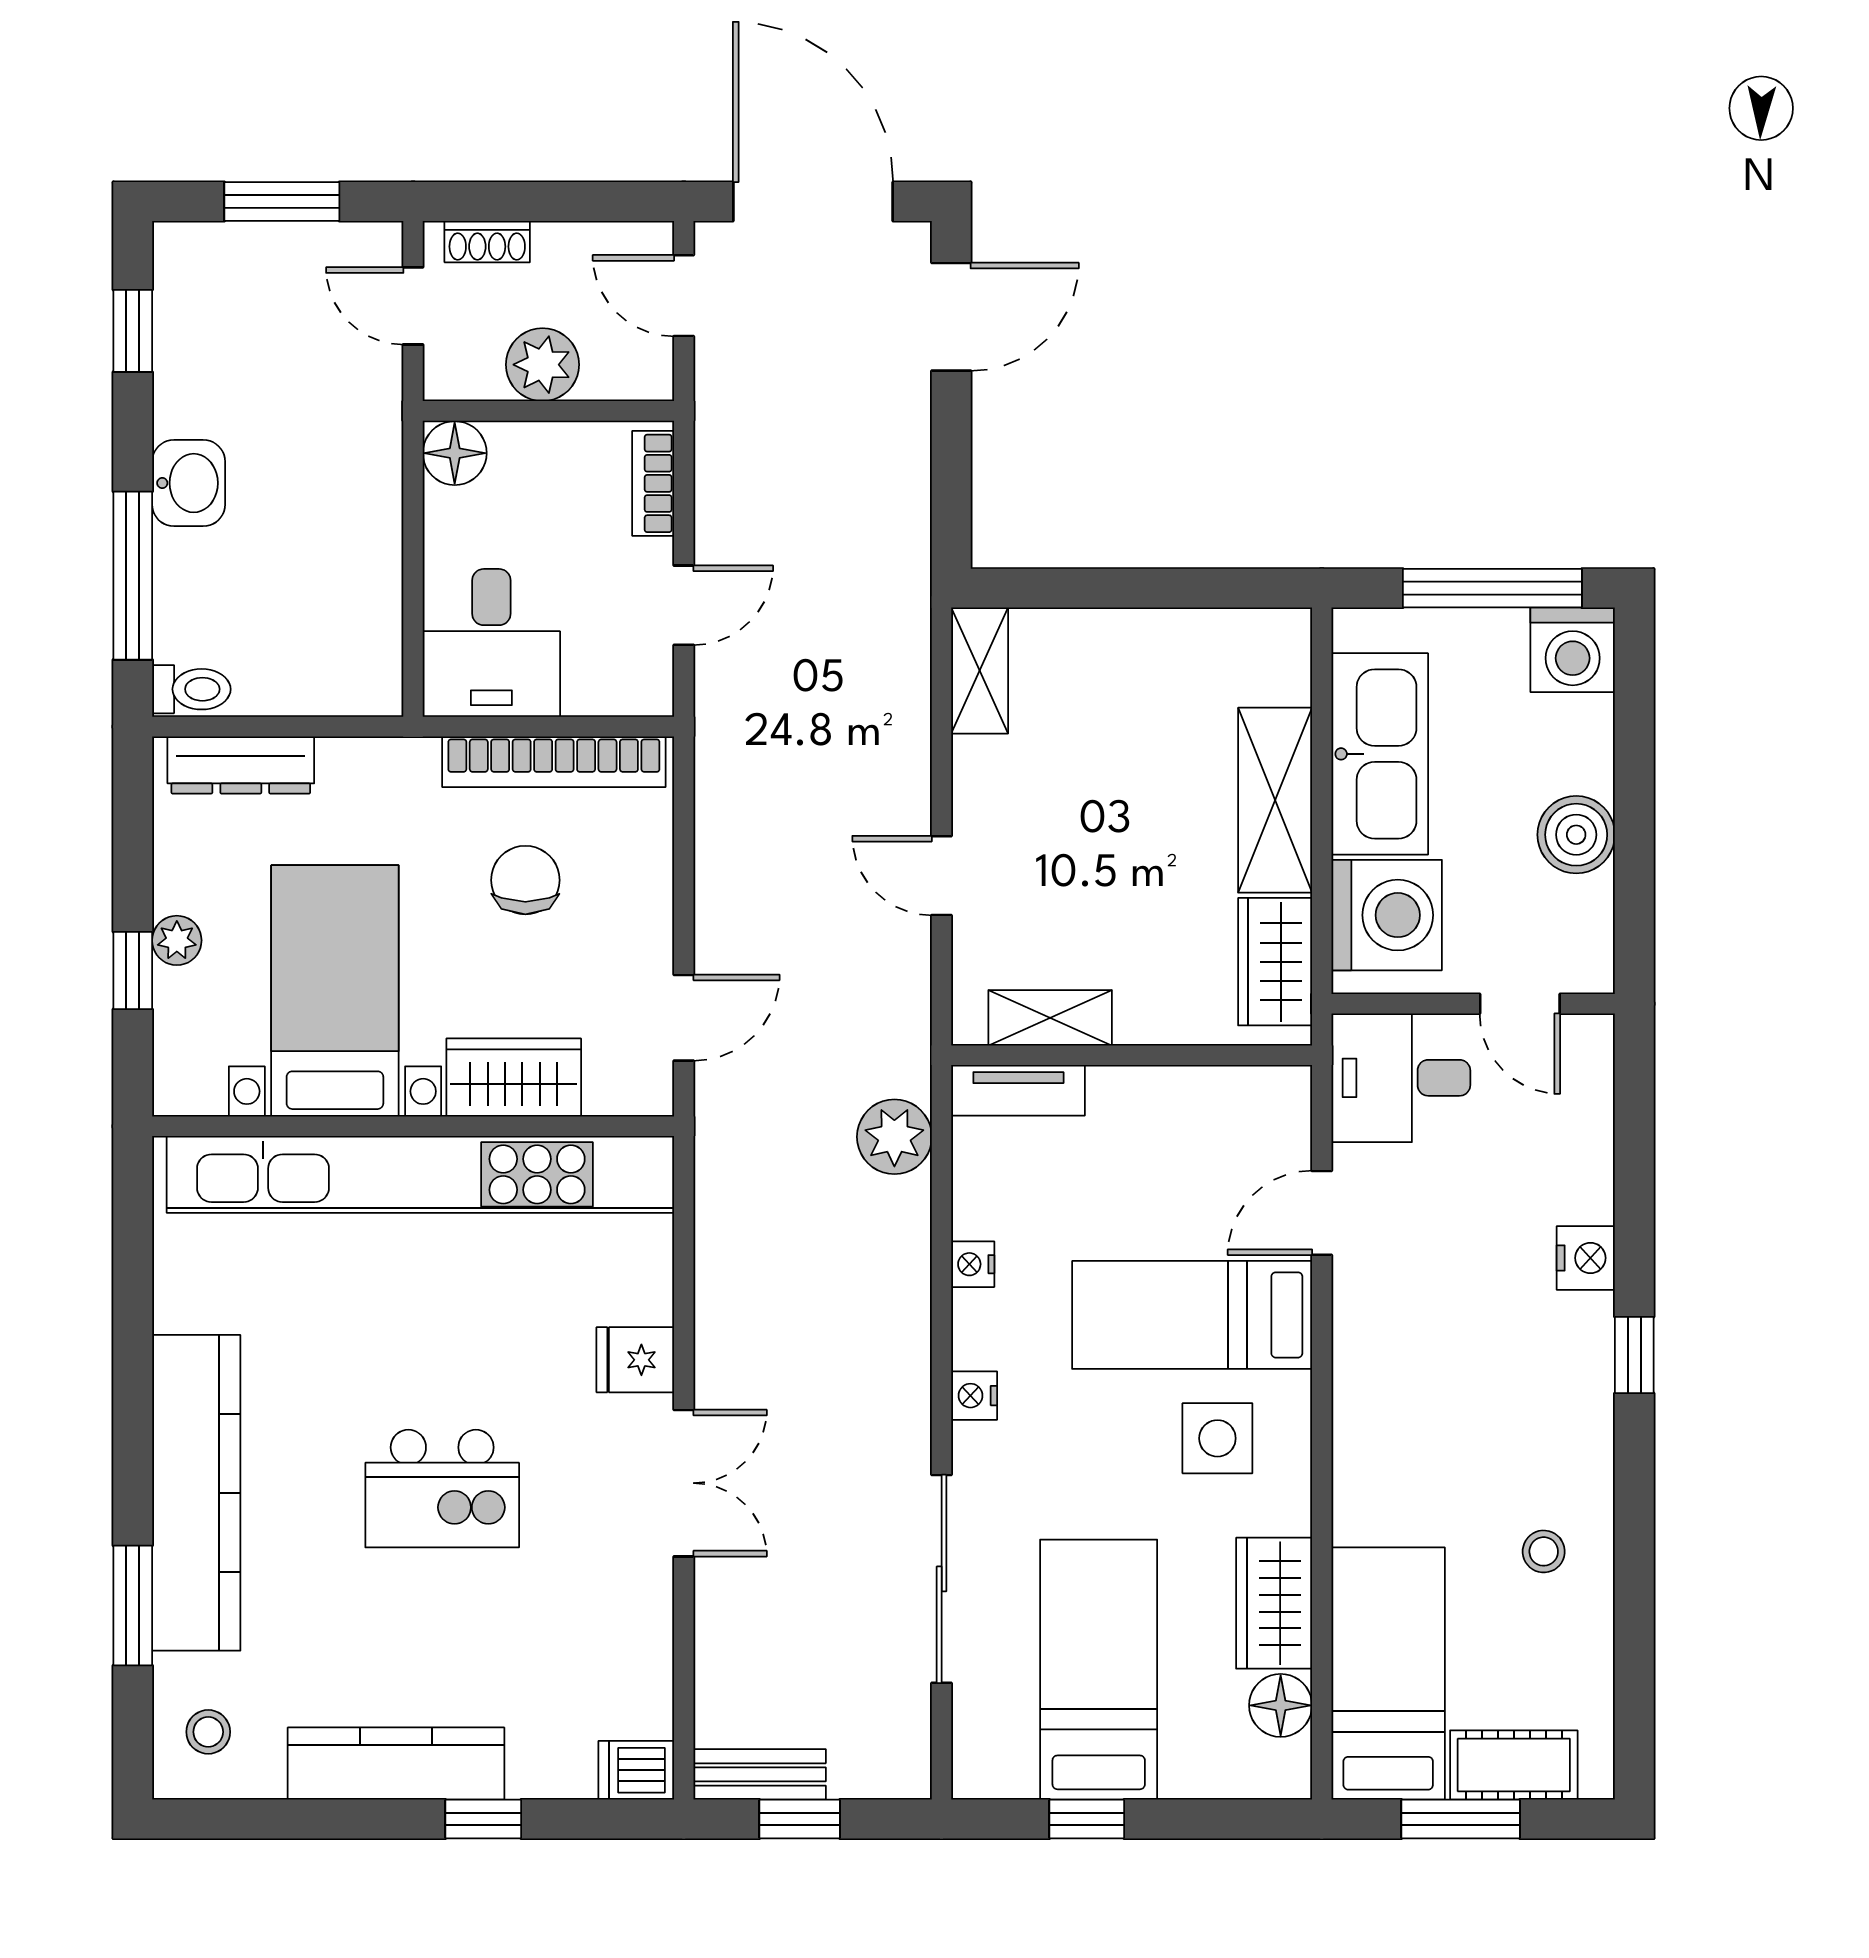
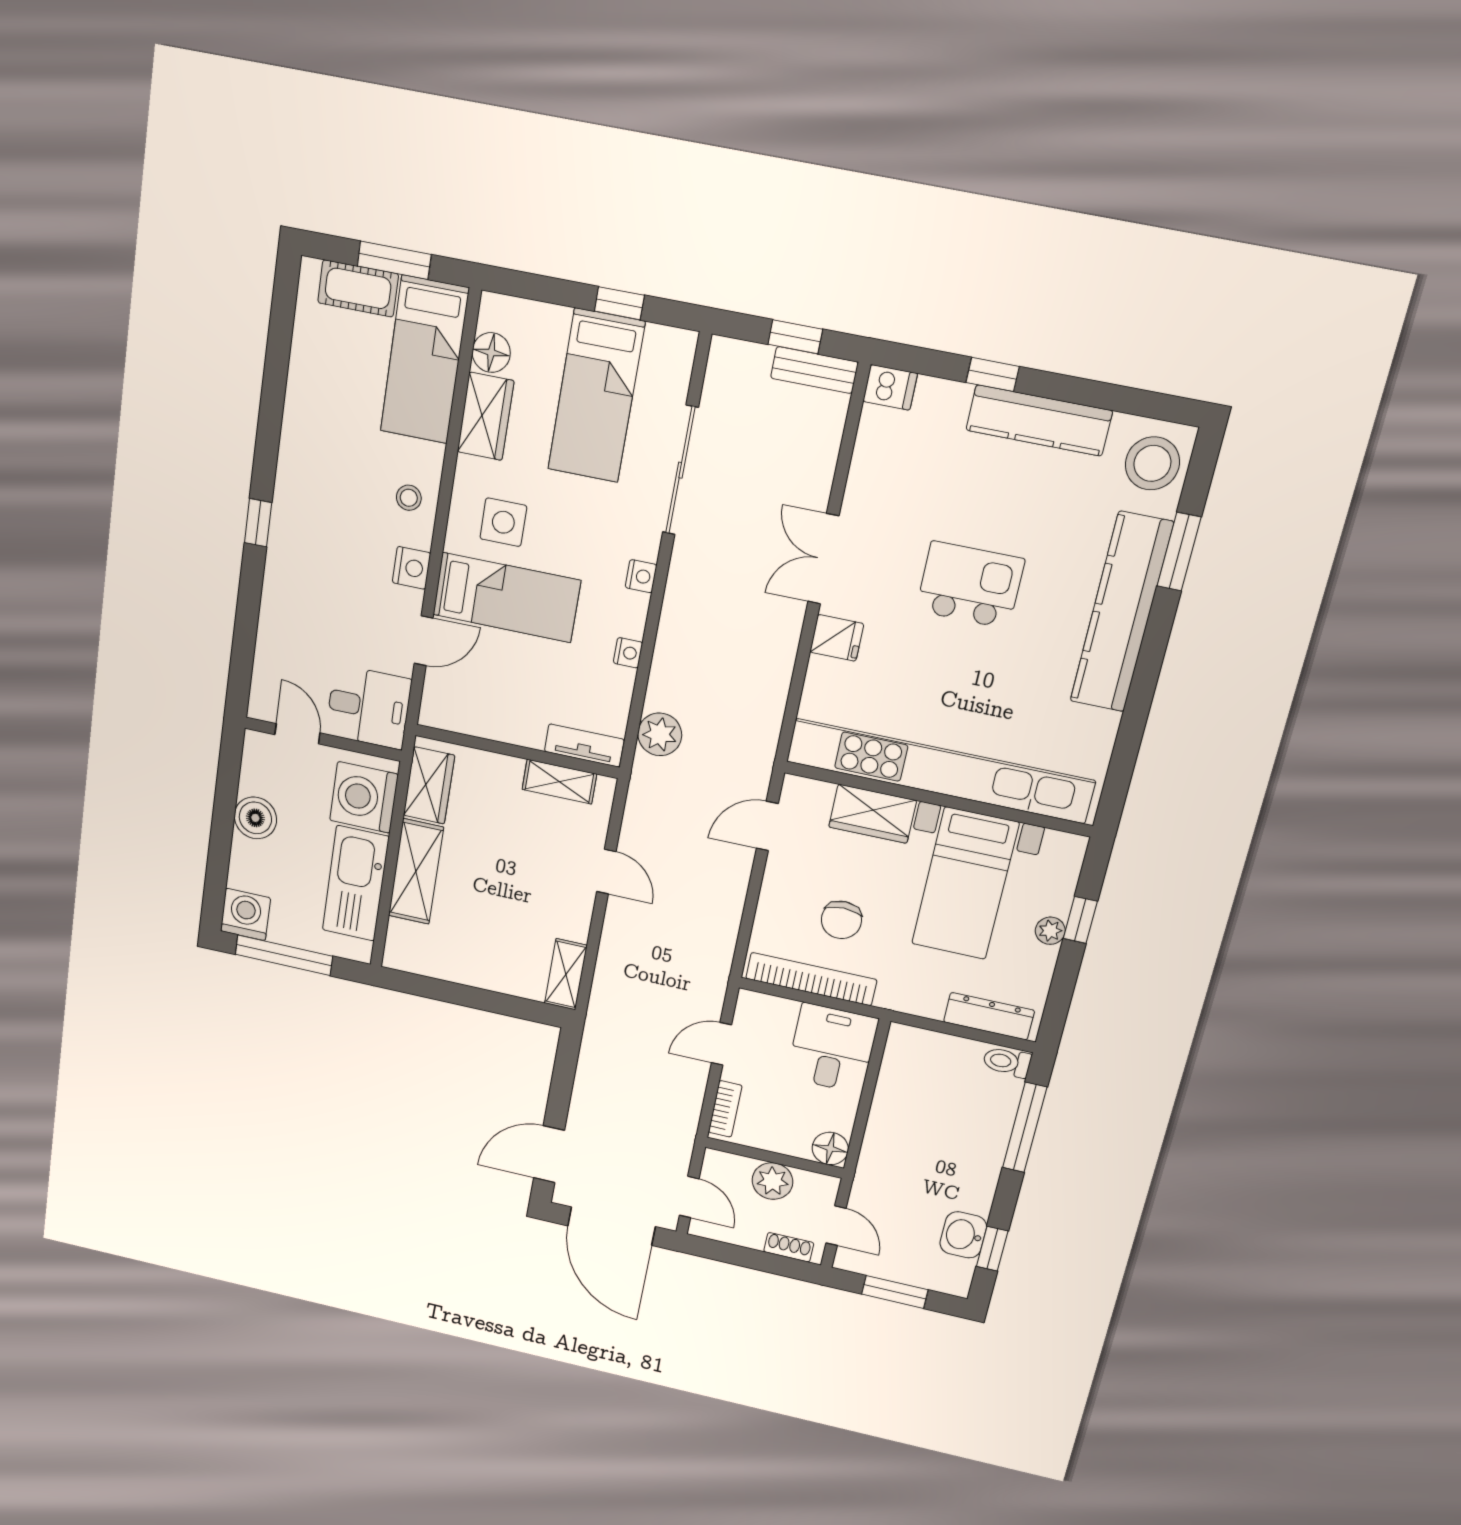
washbasin: (189, 483) -> (963, 1235), moved
nightstand: (1586, 1258) -> (411, 568), moved, turned 180
stool: (1544, 1551) -> (409, 498), moved
stool: (208, 1732) -> (1152, 463), width x1.89, depth x1.89

